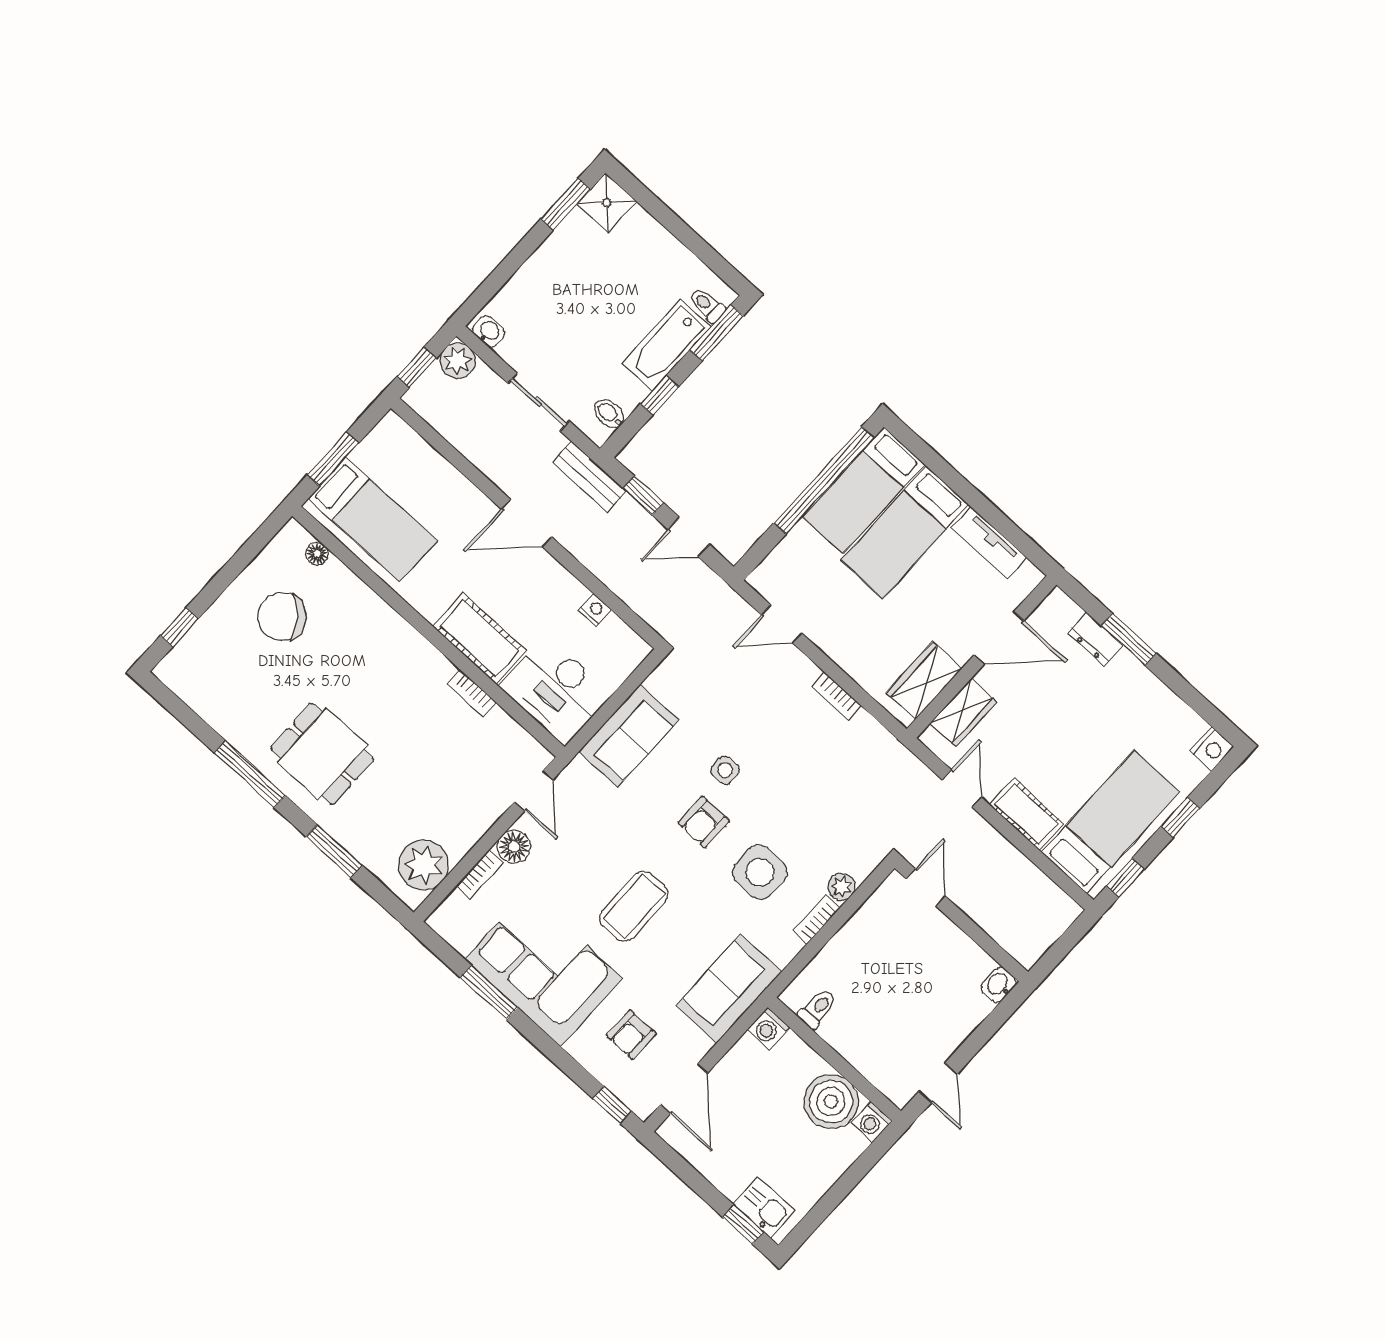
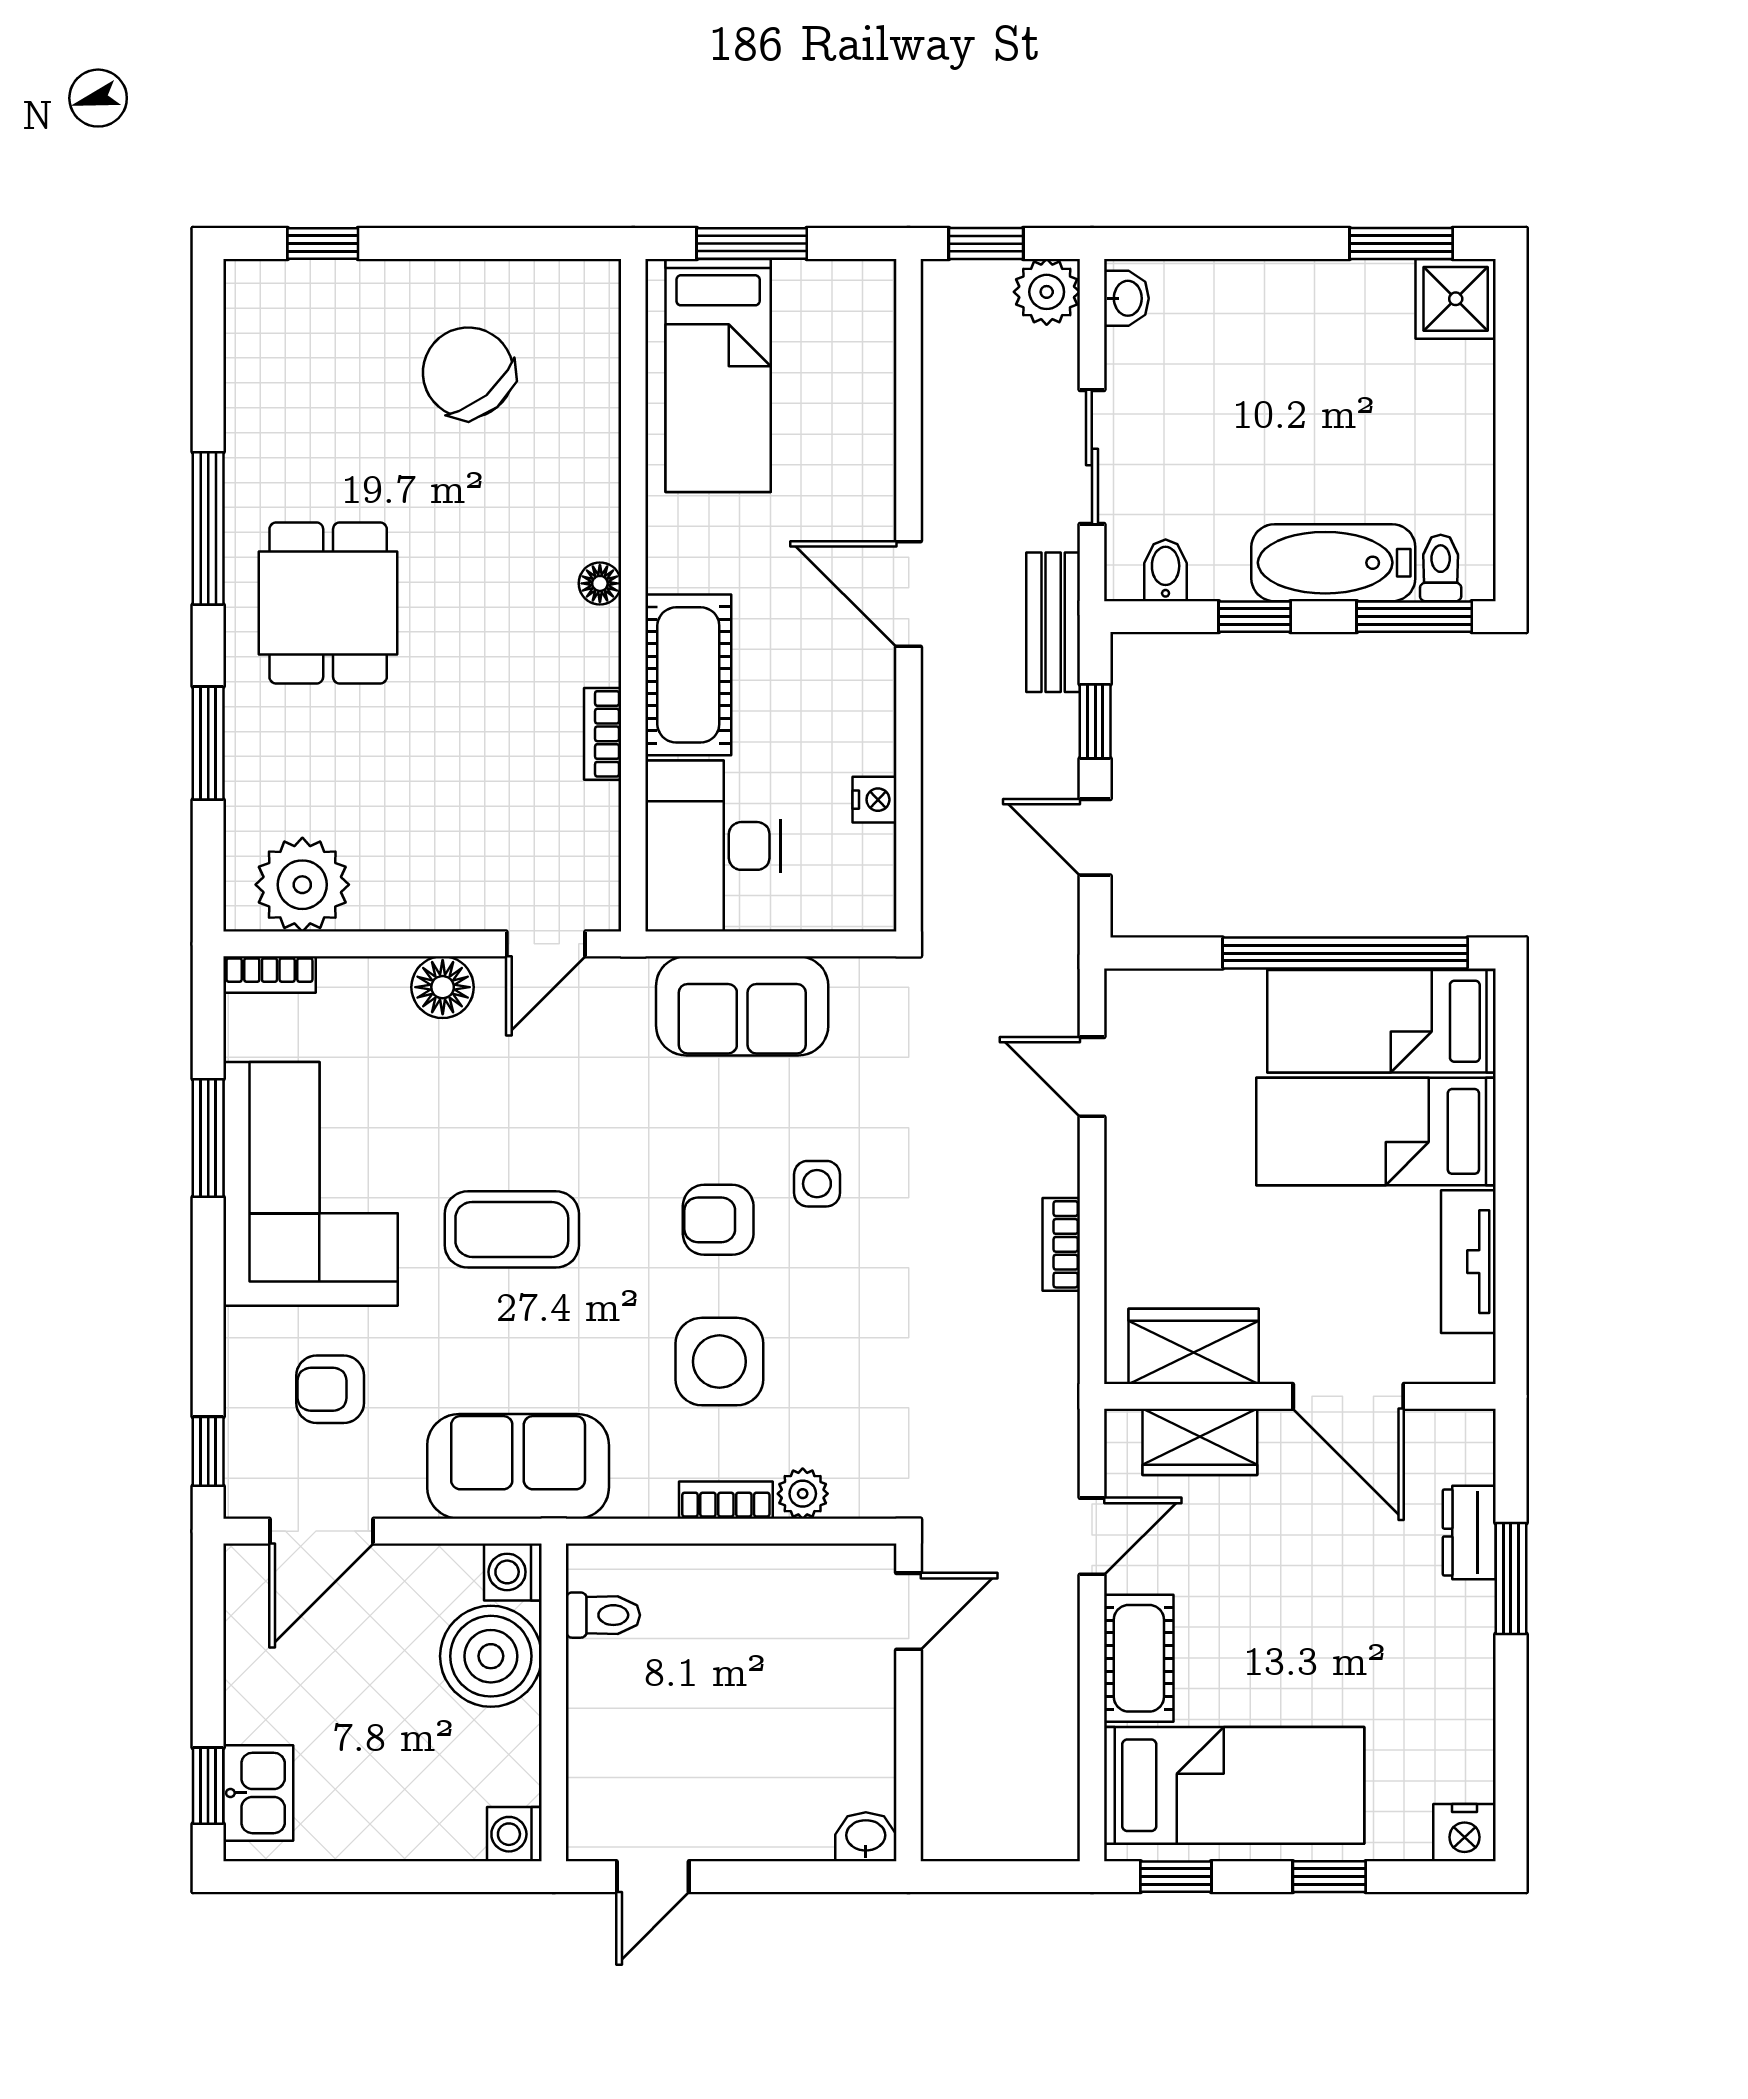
floor lamp: (317, 554) -> (600, 583), moved
bookcase: (480, 874) -> (269, 974), moved
boiler: (831, 1101) -> (491, 1656), moved

